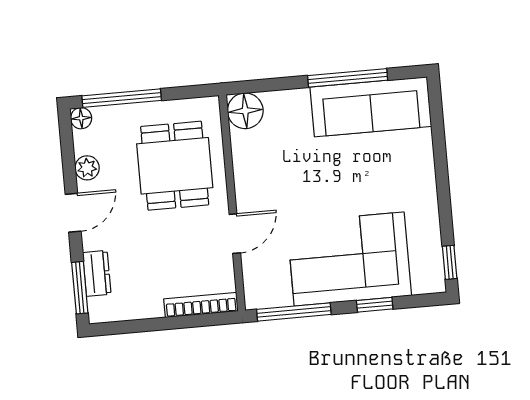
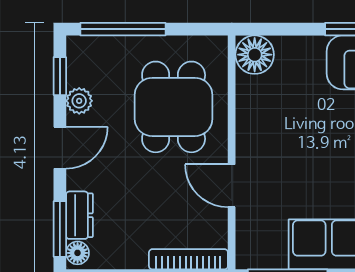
floor lamp: (81, 118) -> (78, 253), moved
window: (67, 147) -> (60, 76), added
door: (235, 234) -> (232, 186), swing flipped

